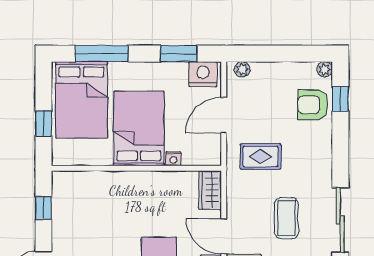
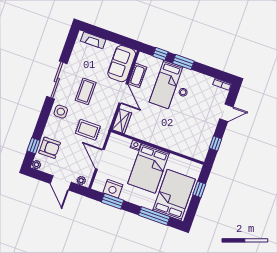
door: (274, 54) -> (61, 183), added
nightstand: (203, 74) -> (113, 189), moved
door: (224, 115) -> (100, 159), swing flipped
side table: (315, 170) -> (61, 112), added

